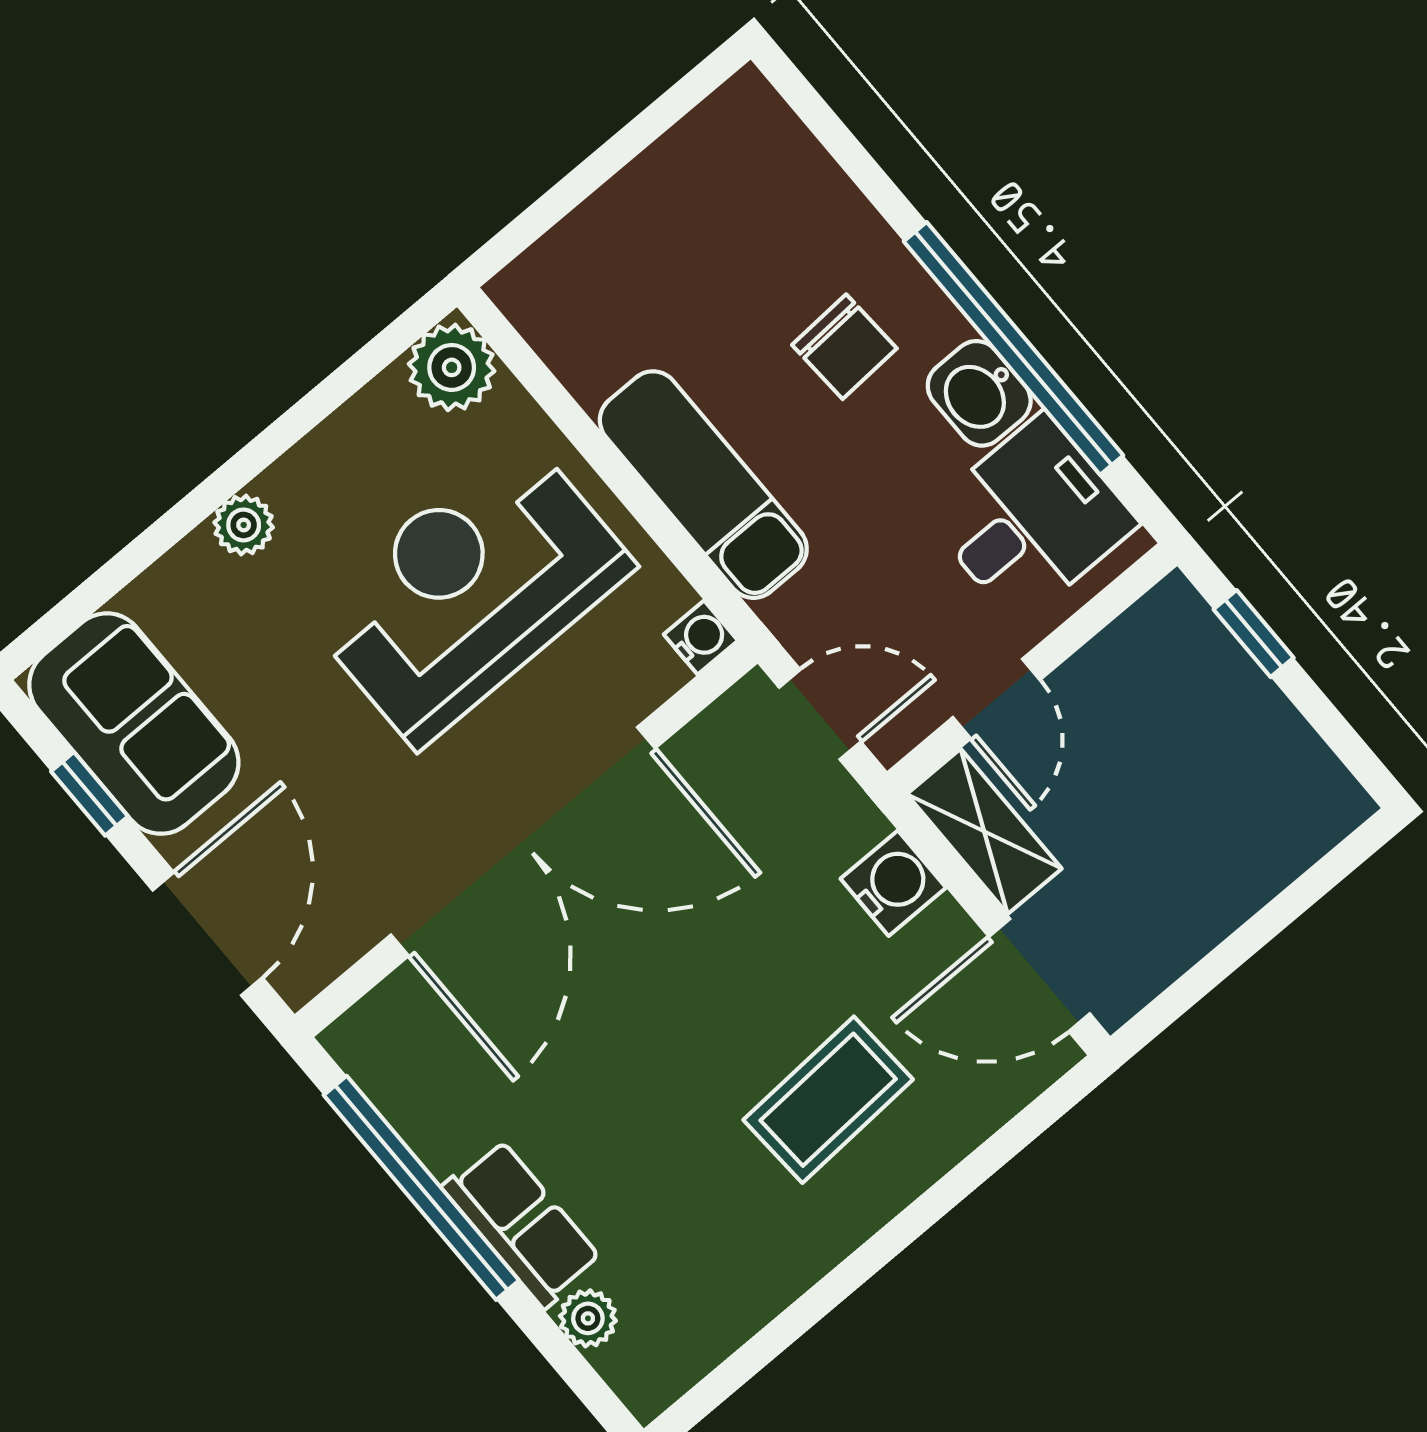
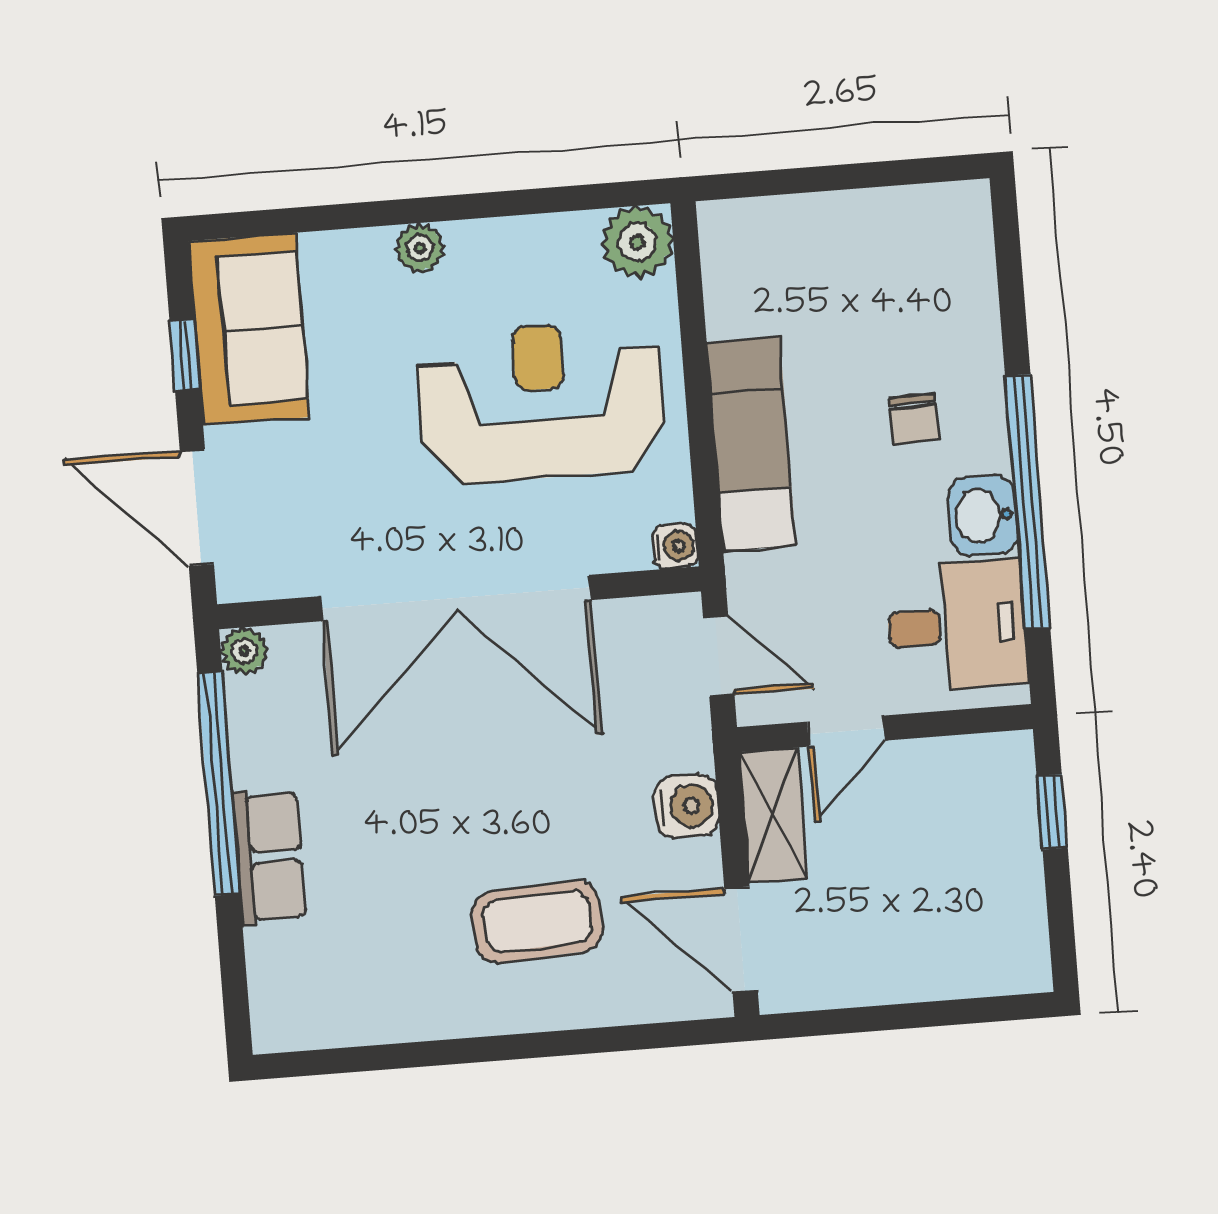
chair: (844, 347) -> (914, 419), width x0.73, depth x0.73
door: (207, 934) -> (197, 508), swing flipped
plant: (588, 1318) -> (244, 651), moved

